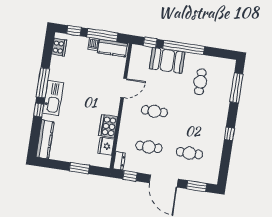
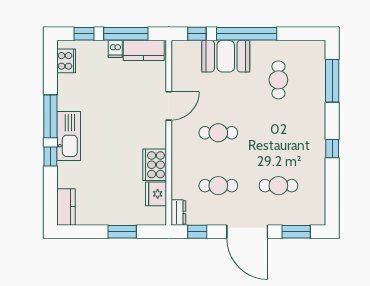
kitchen counter: (45, 139) -> (66, 207), width x0.67

